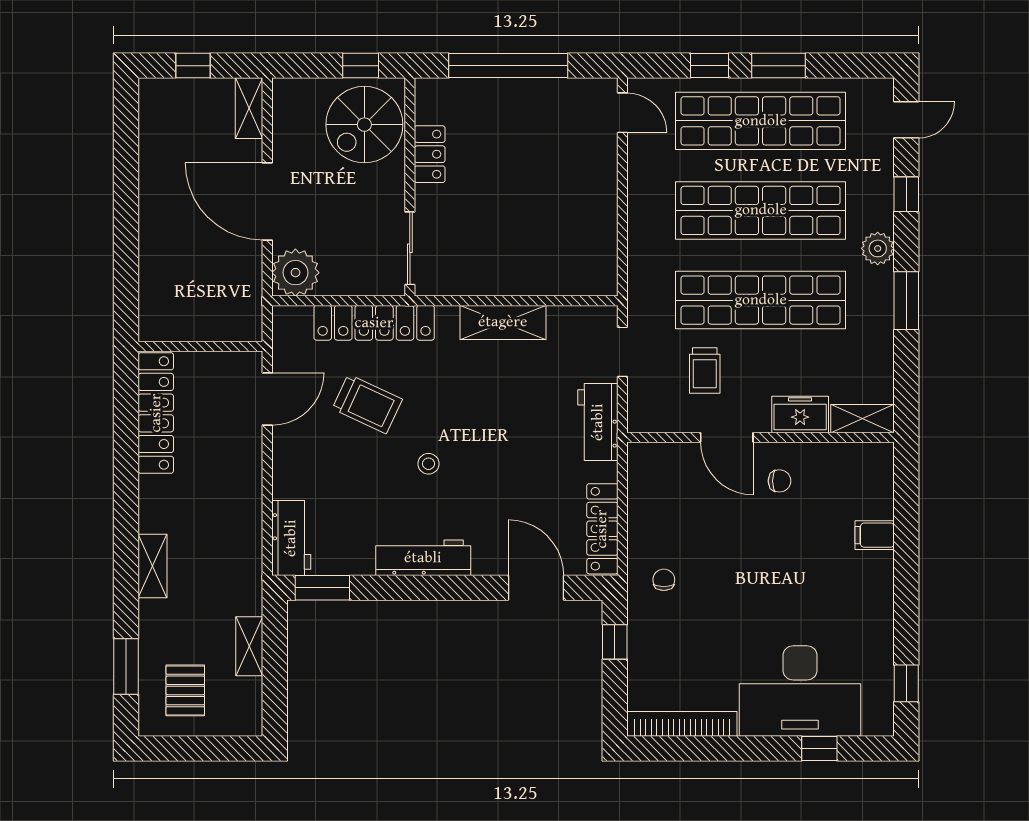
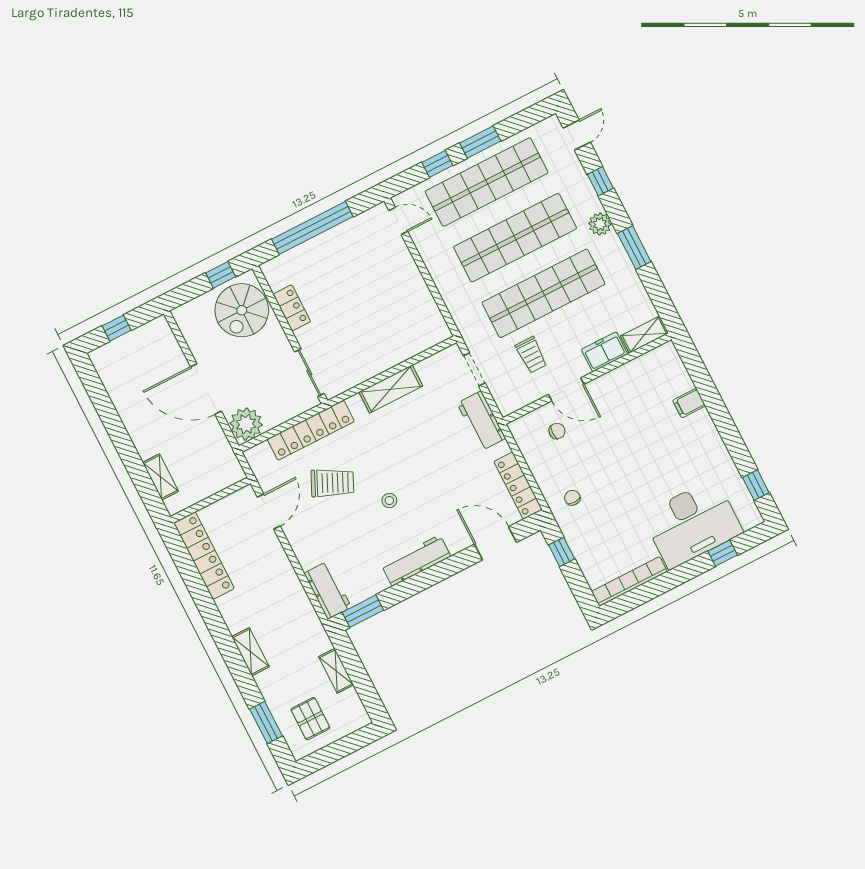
shelving: (249, 108) -> (161, 477), moved
chair: (780, 481) -> (557, 431), moved

